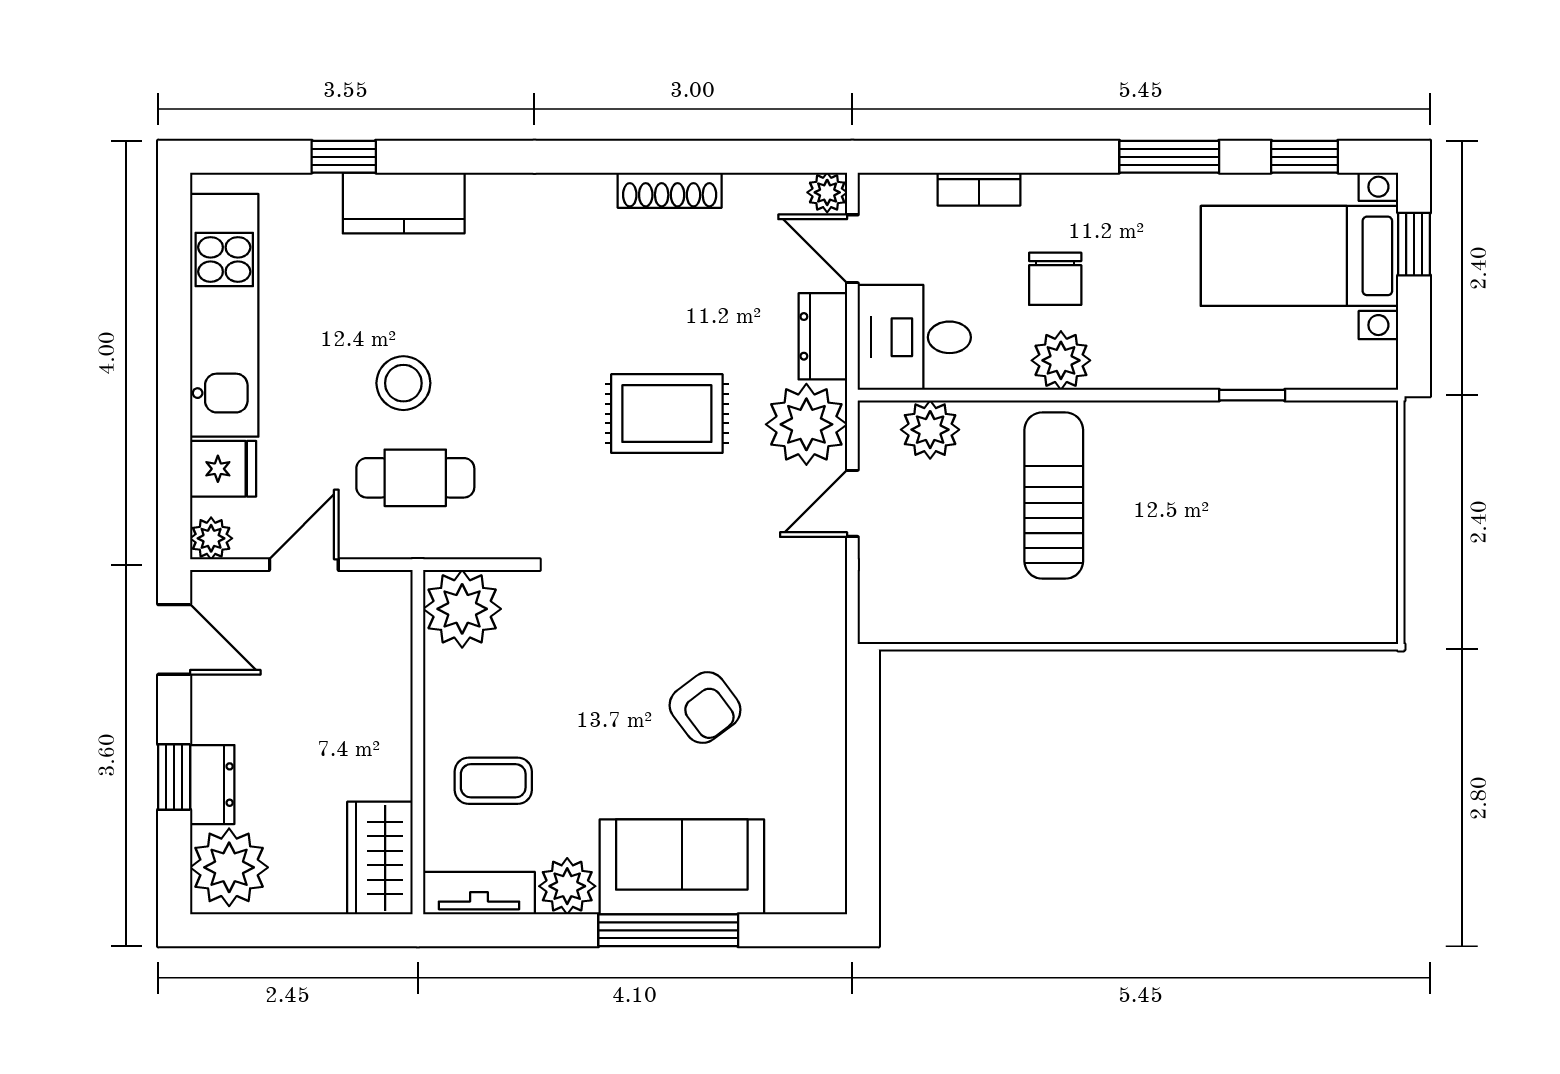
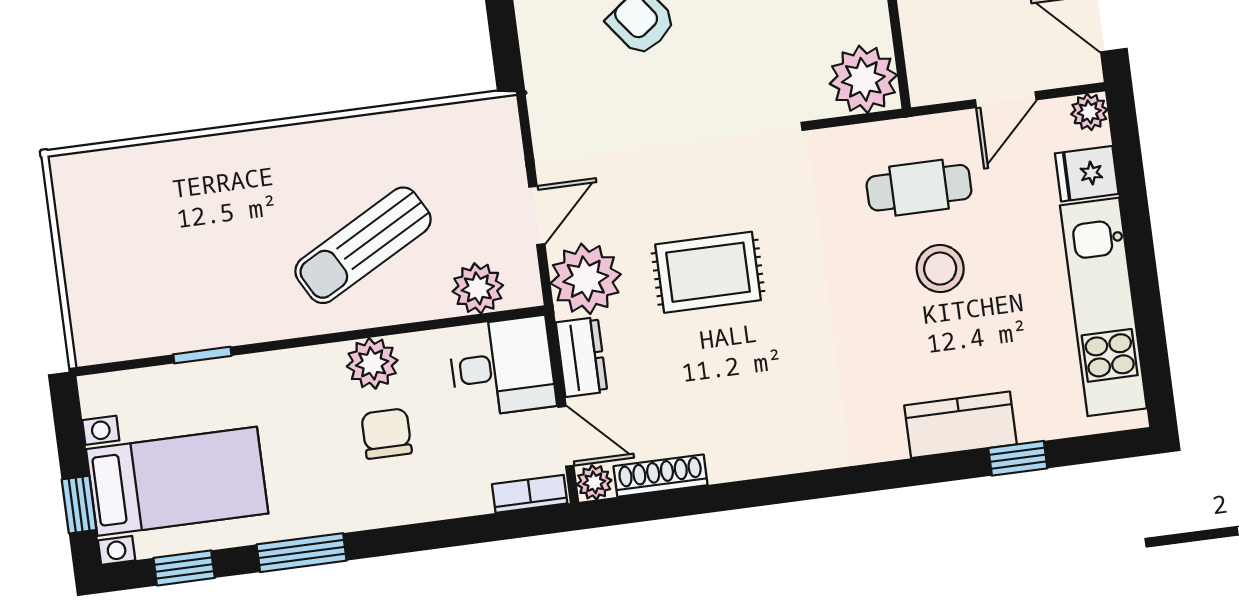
bookcase: (979, 189) -> (530, 494), moved
shoe rack: (670, 190) -> (661, 476), moved
sun lounger: (1054, 496) -> (363, 245), turned 61

